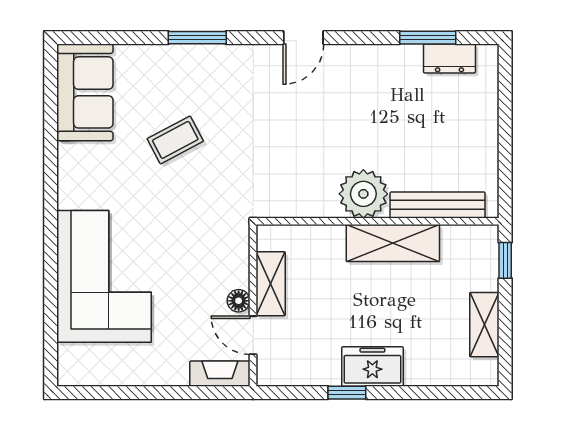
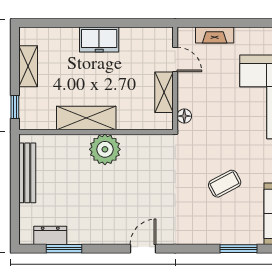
window: (197, 38) -> (238, 249), moved
bench: (438, 205) -> (27, 173), moved, turned 90
floor lamp: (239, 301) -> (184, 116), moved
fireplace: (220, 374) -> (215, 35), moved
window: (347, 393) -> (115, 23), removed

